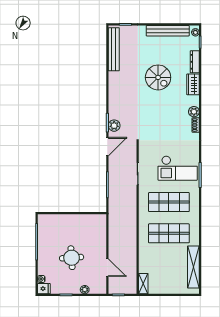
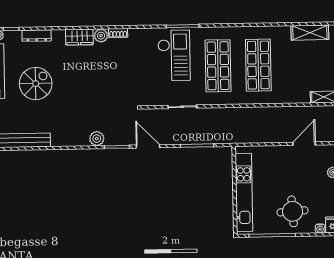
spiral stairs: (158, 77) -> (36, 84), moved
wardrobe: (193, 84) -> (79, 37), moved
plant: (114, 126) -> (97, 139), moved
kitchen unit: (70, 220) -> (244, 192), added
round table: (72, 258) -> (293, 211), moved
shelving: (193, 267) -> (310, 33), width x0.68

